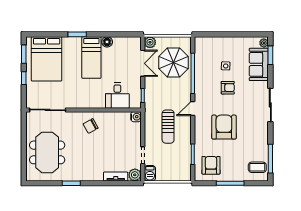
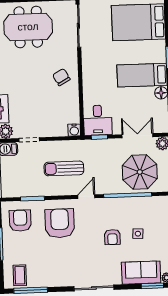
double door: (143, 63) -> (137, 136), swing flipped
desk: (117, 96) -> (98, 120), moved, turned -90
door: (193, 108) -> (86, 197), hinge flipped
armchair: (224, 127) -> (60, 223), moved, turned -90
armchair: (211, 165) -> (20, 221), turned -90

